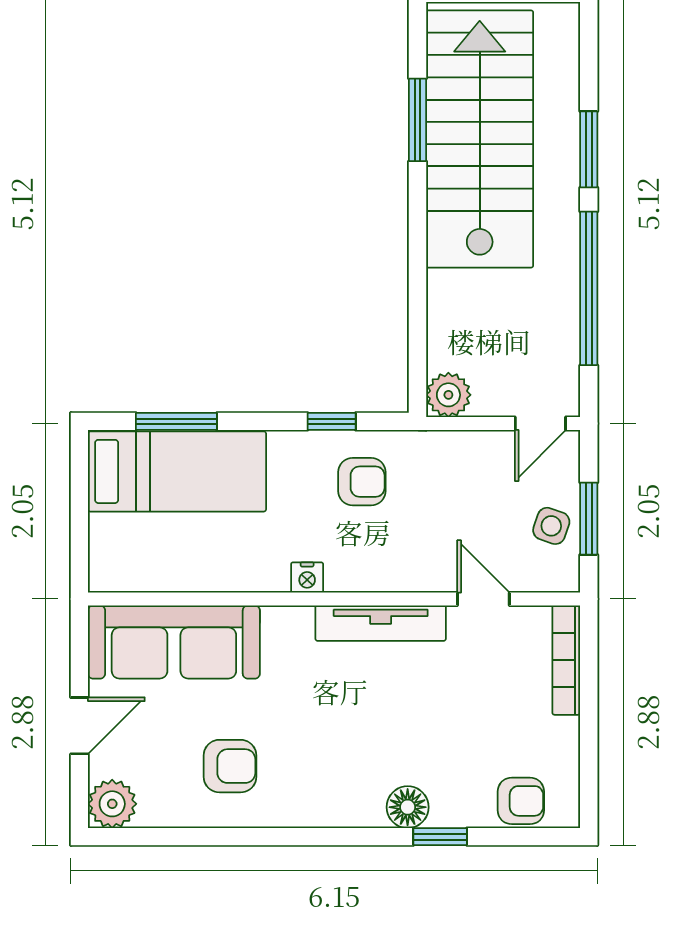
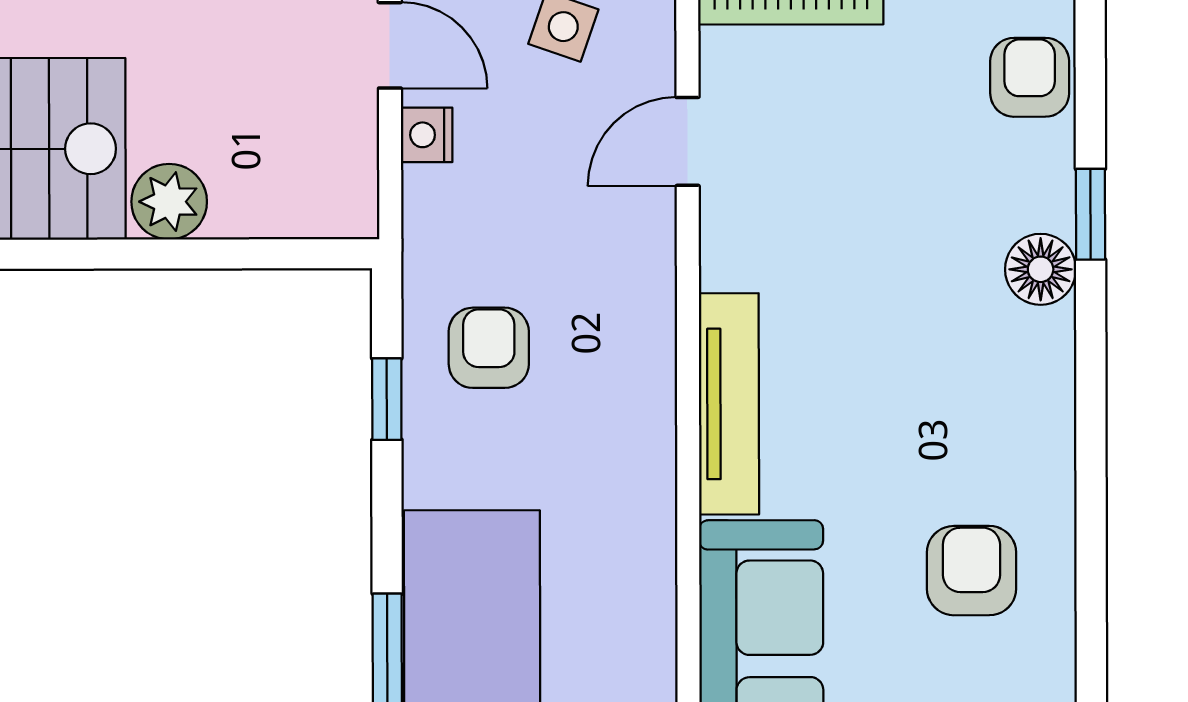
plant: (448, 395) -> (169, 202), moved
nightstand: (307, 577) -> (427, 135), moved, turned 180
tv unit: (381, 623) -> (729, 404), moved

